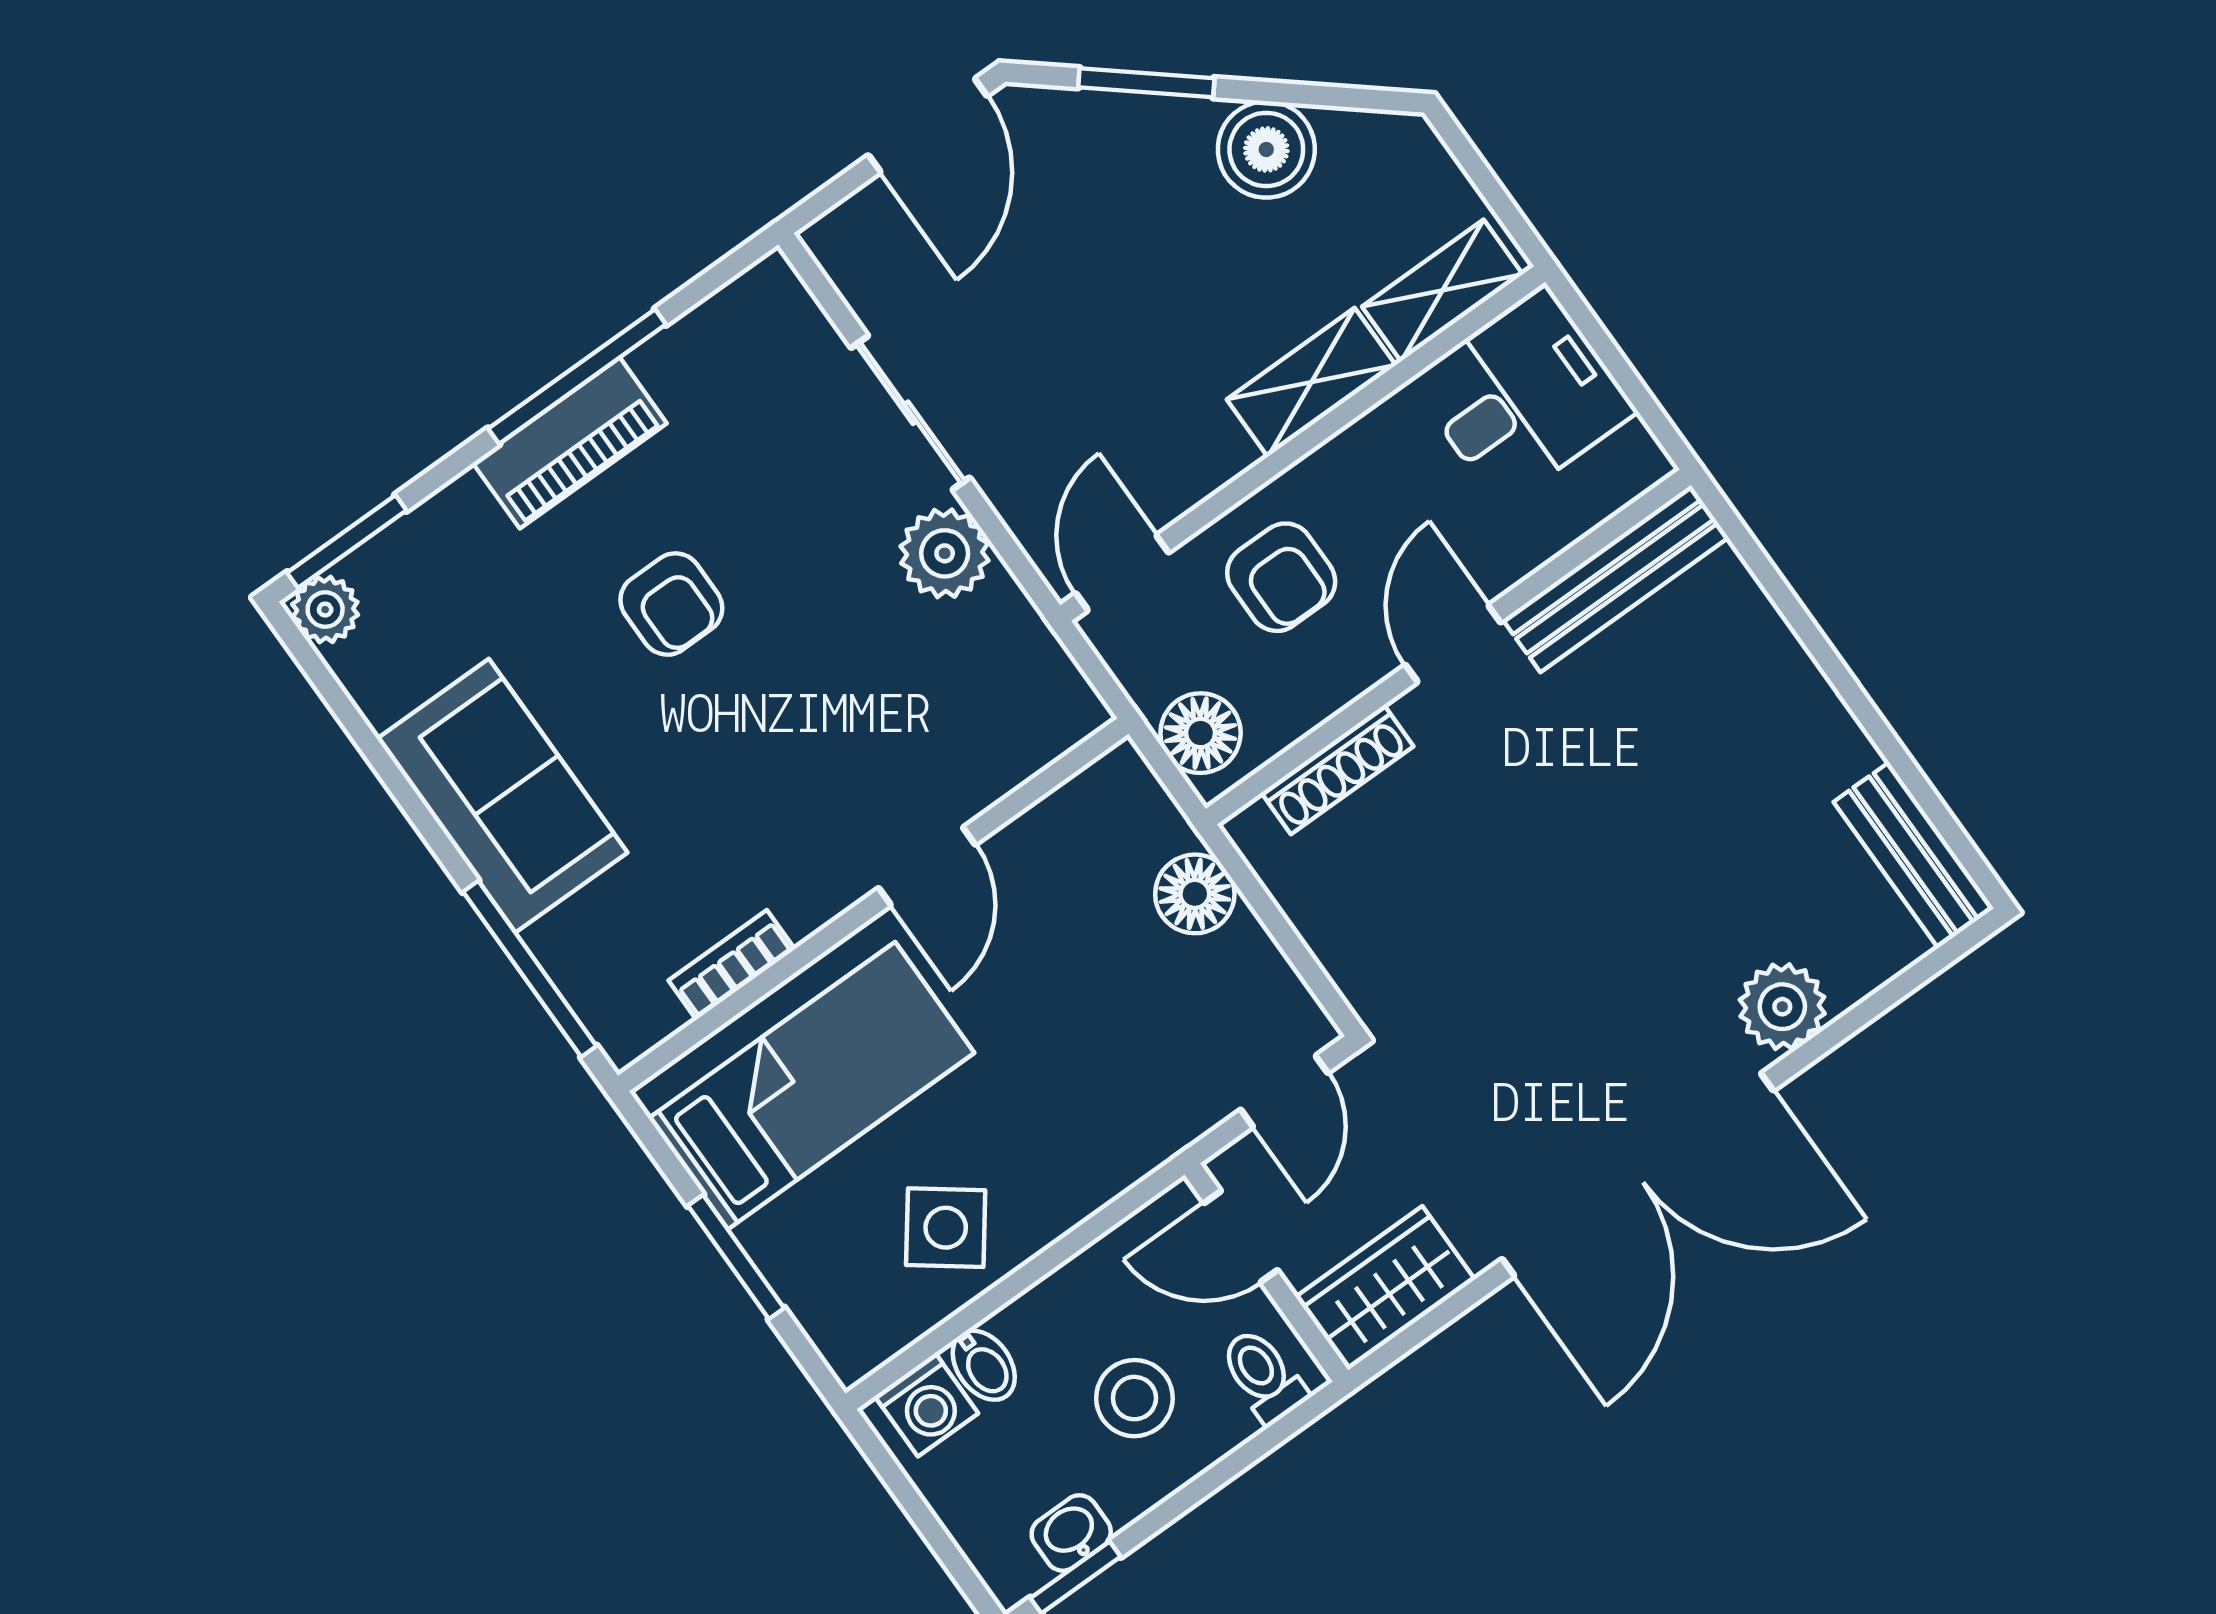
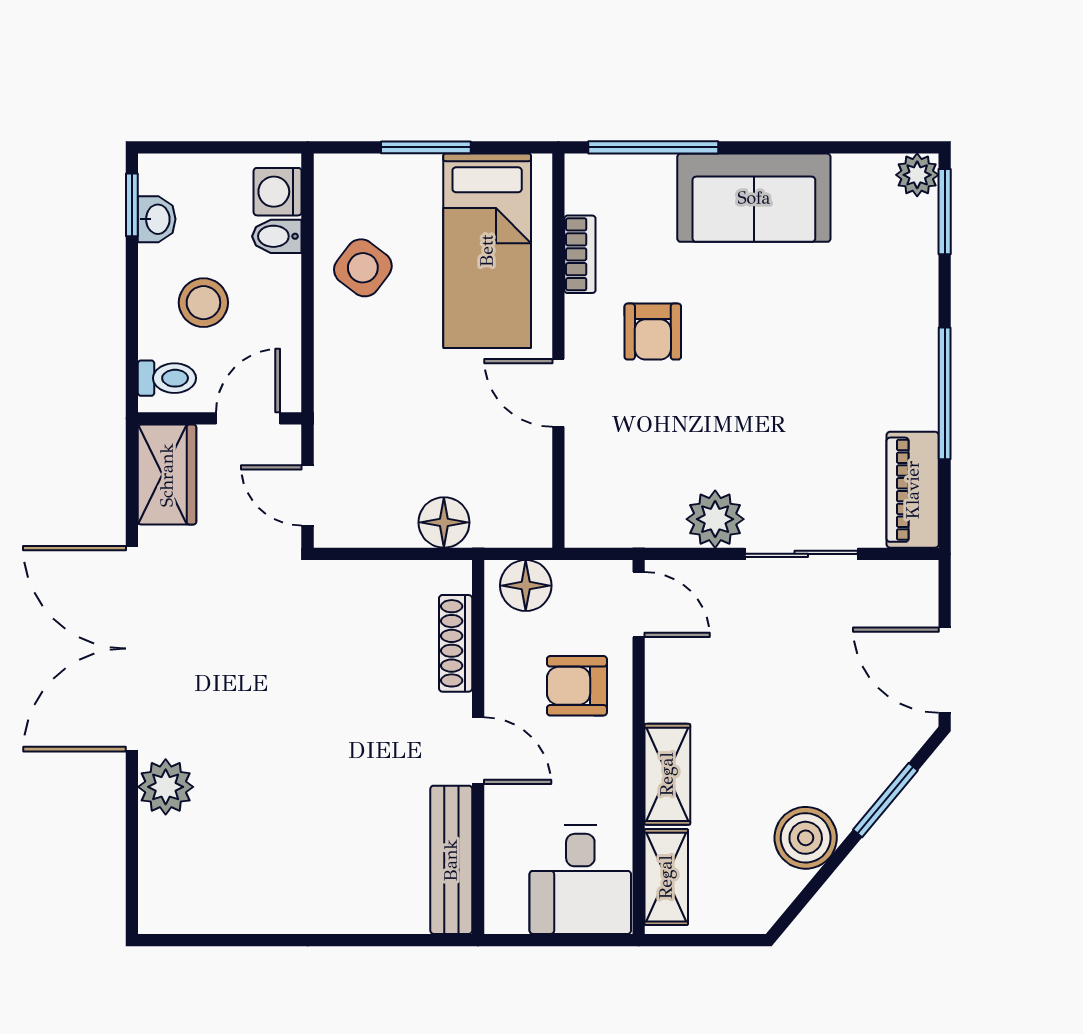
piano: (570, 443) -> (913, 490), moved
armchair: (671, 604) -> (653, 332), moved, turned -90
bench: (1914, 855) -> (196, 912), removed

